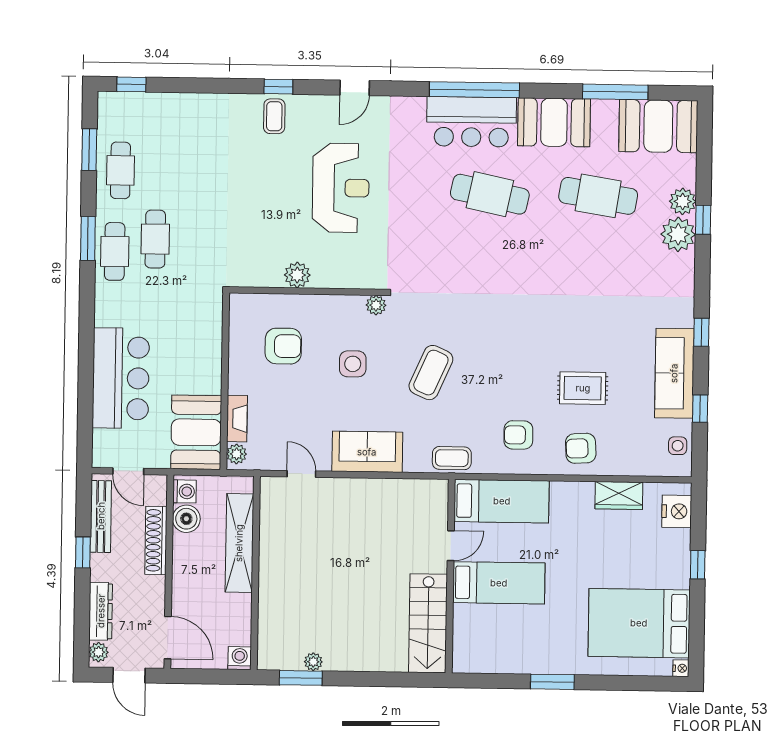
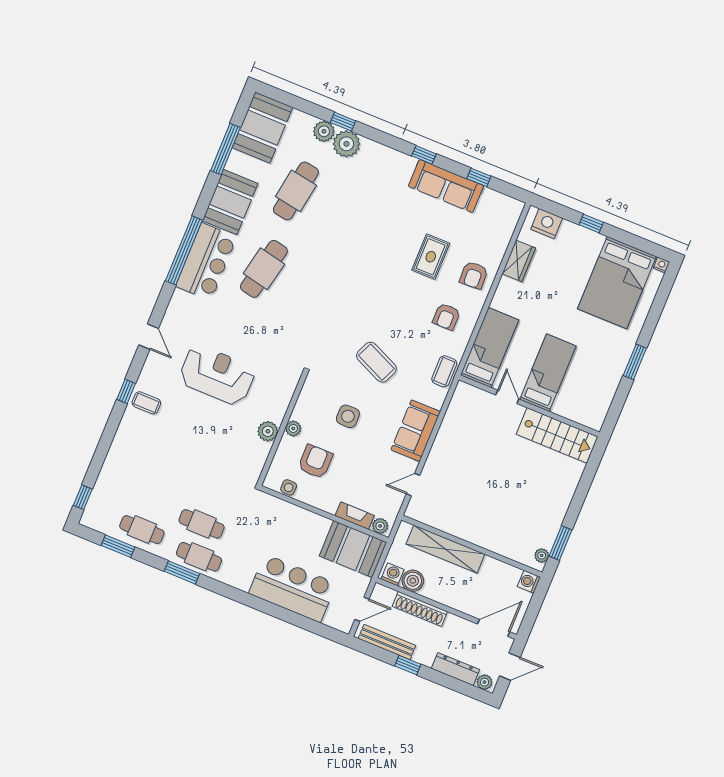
plant: (376, 305) -> (293, 428), moved
side table: (678, 446) -> (289, 487), moved
plant: (313, 662) -> (542, 555), moved

